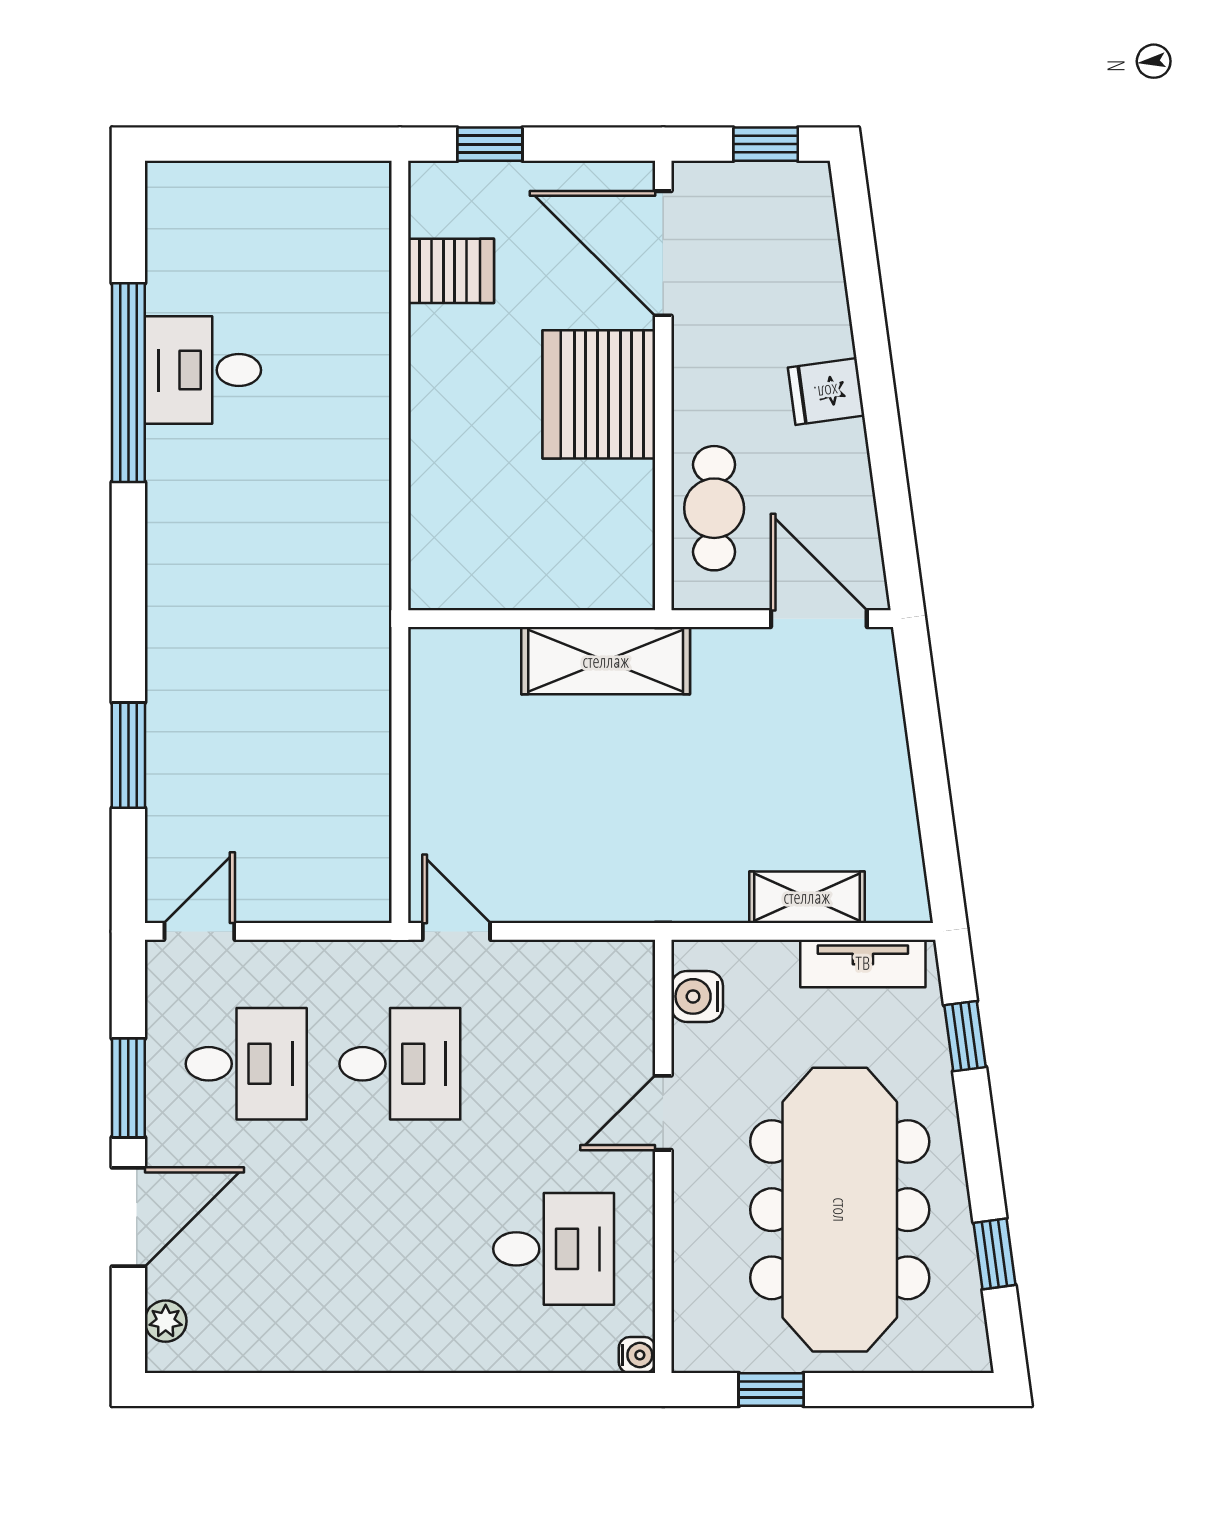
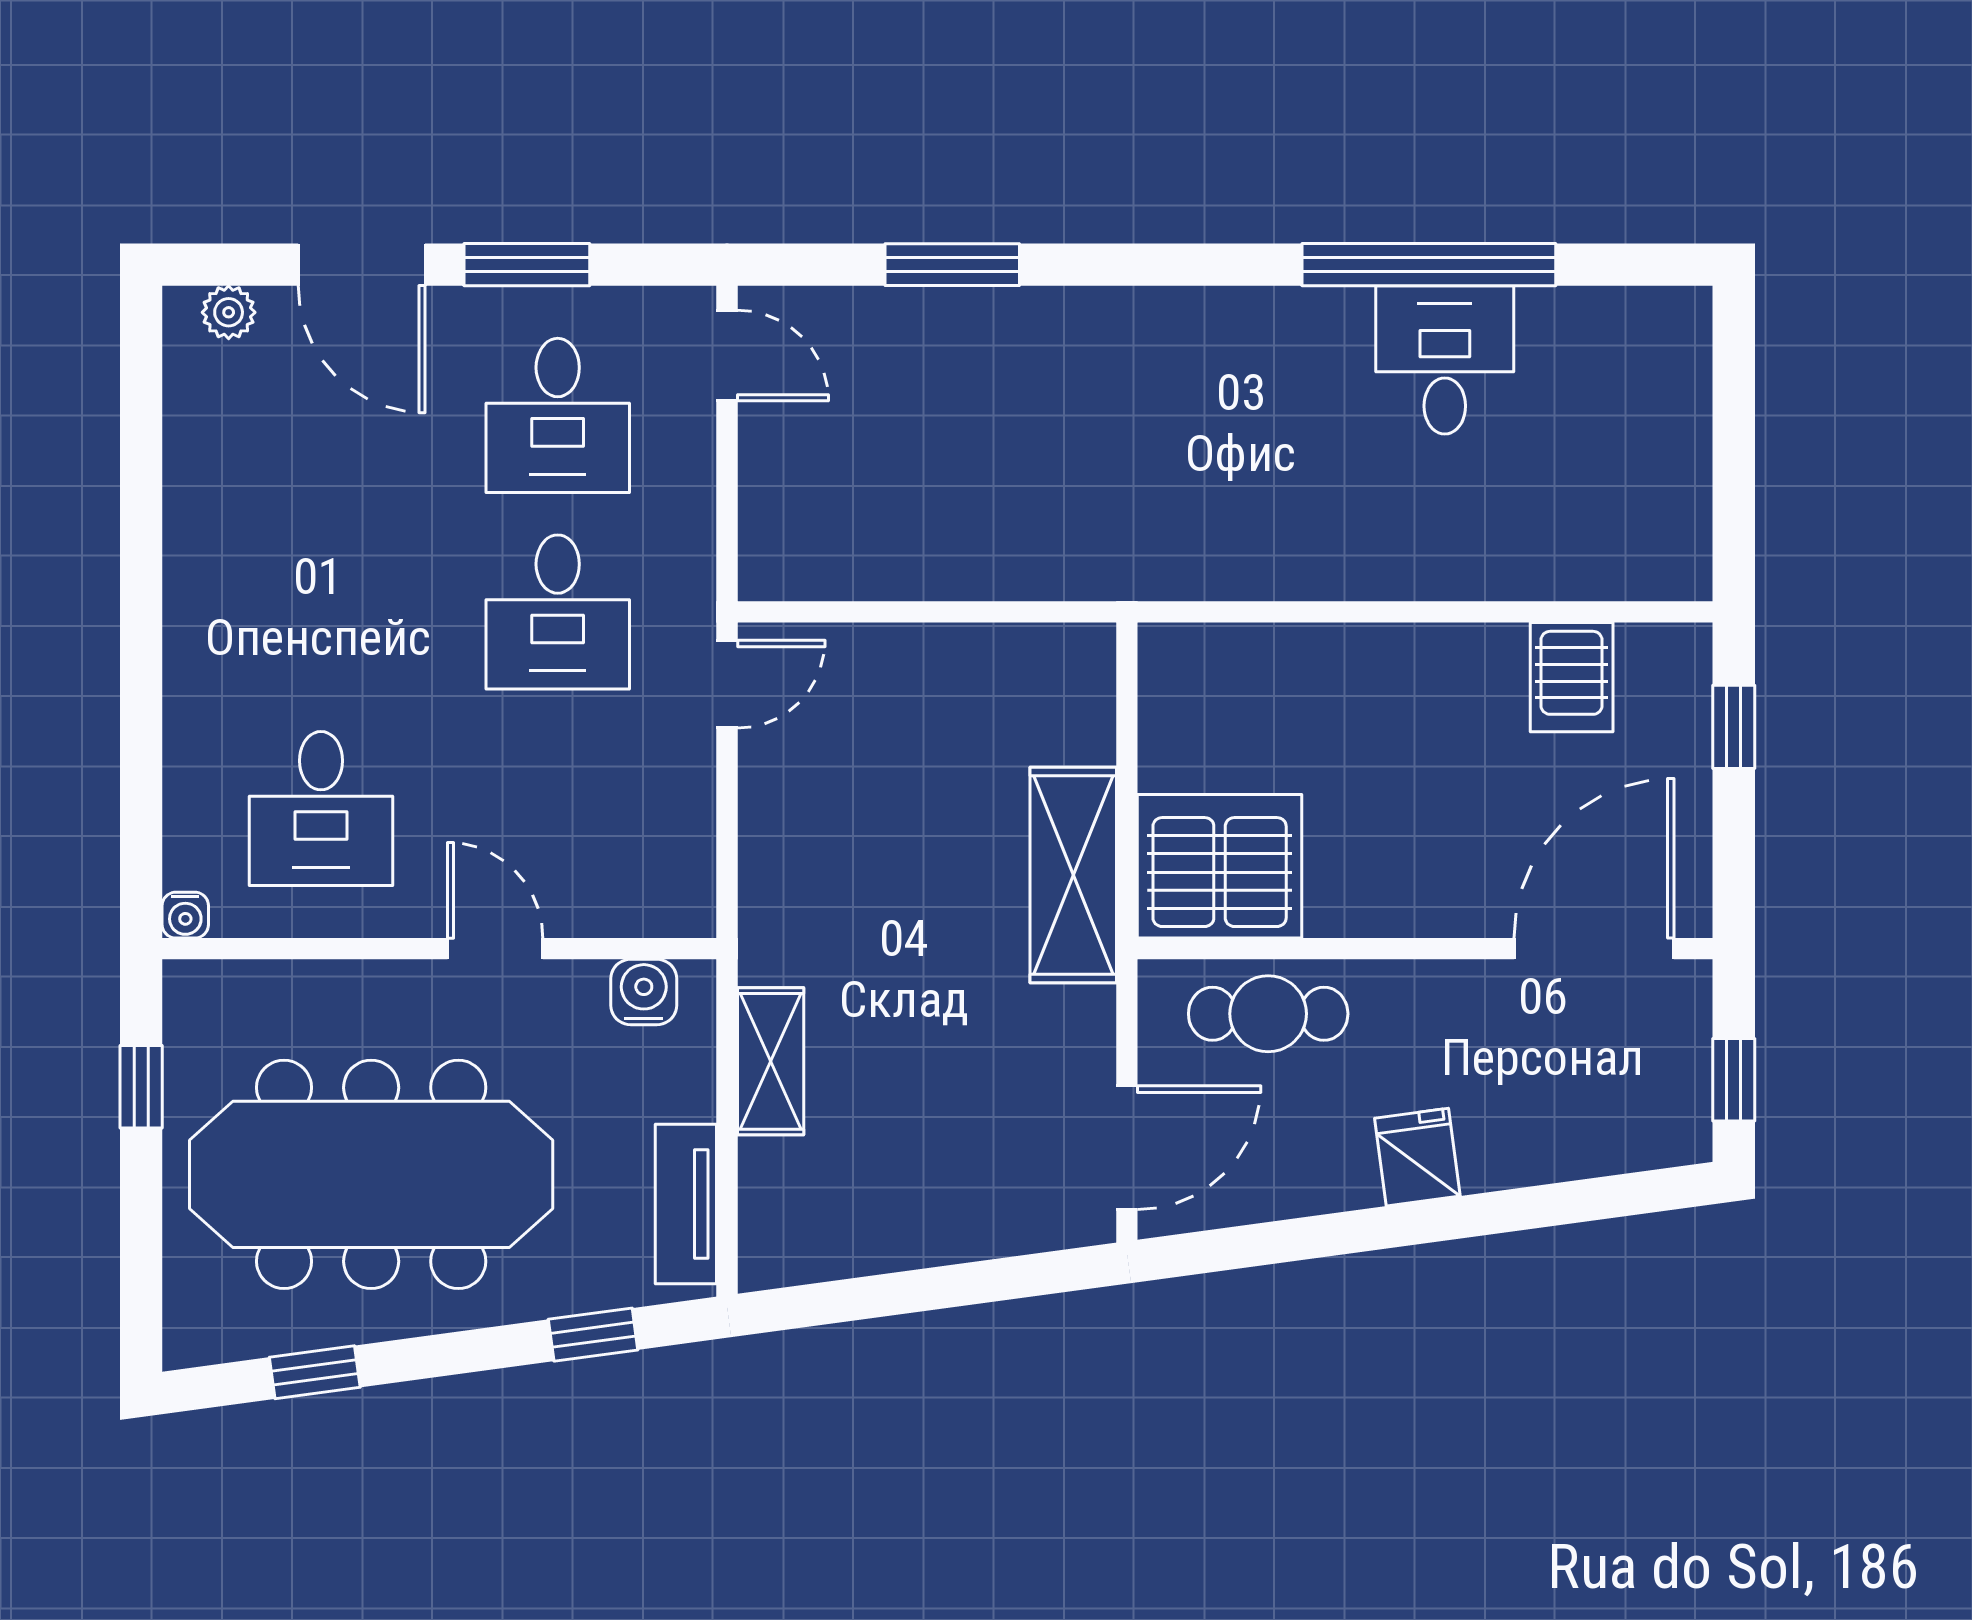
server rack: (599, 394) -> (1220, 866), moved
shelving: (807, 897) -> (771, 1061), moved

